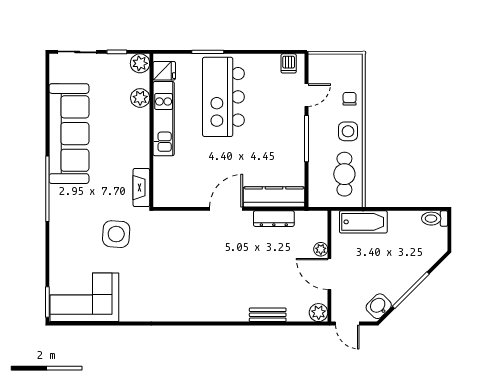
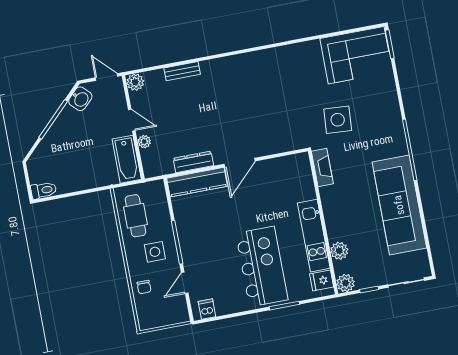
side table: (348, 131) -> (155, 252), moved
bathtub: (363, 222) -> (127, 159), moved, turned -90
door: (329, 274) -> (132, 120), width x0.73

